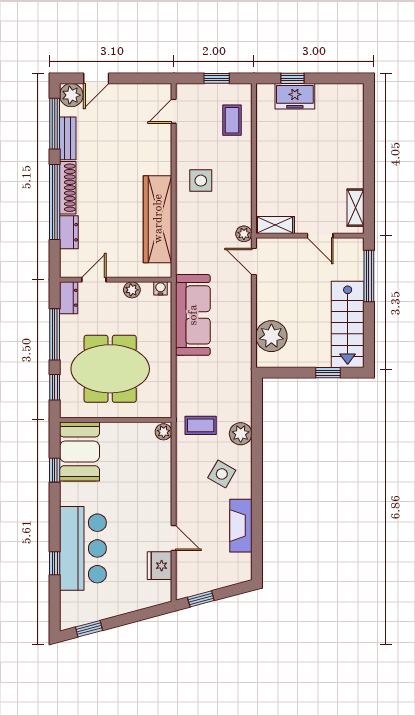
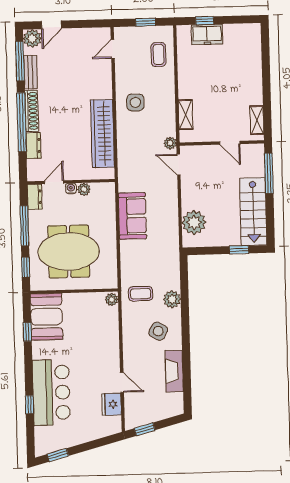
shelving: (275, 225) -> (185, 115), moved, turned 90
water cooler: (161, 288) -> (71, 188), moved
sofa: (193, 315) -> (132, 216), width x0.73

